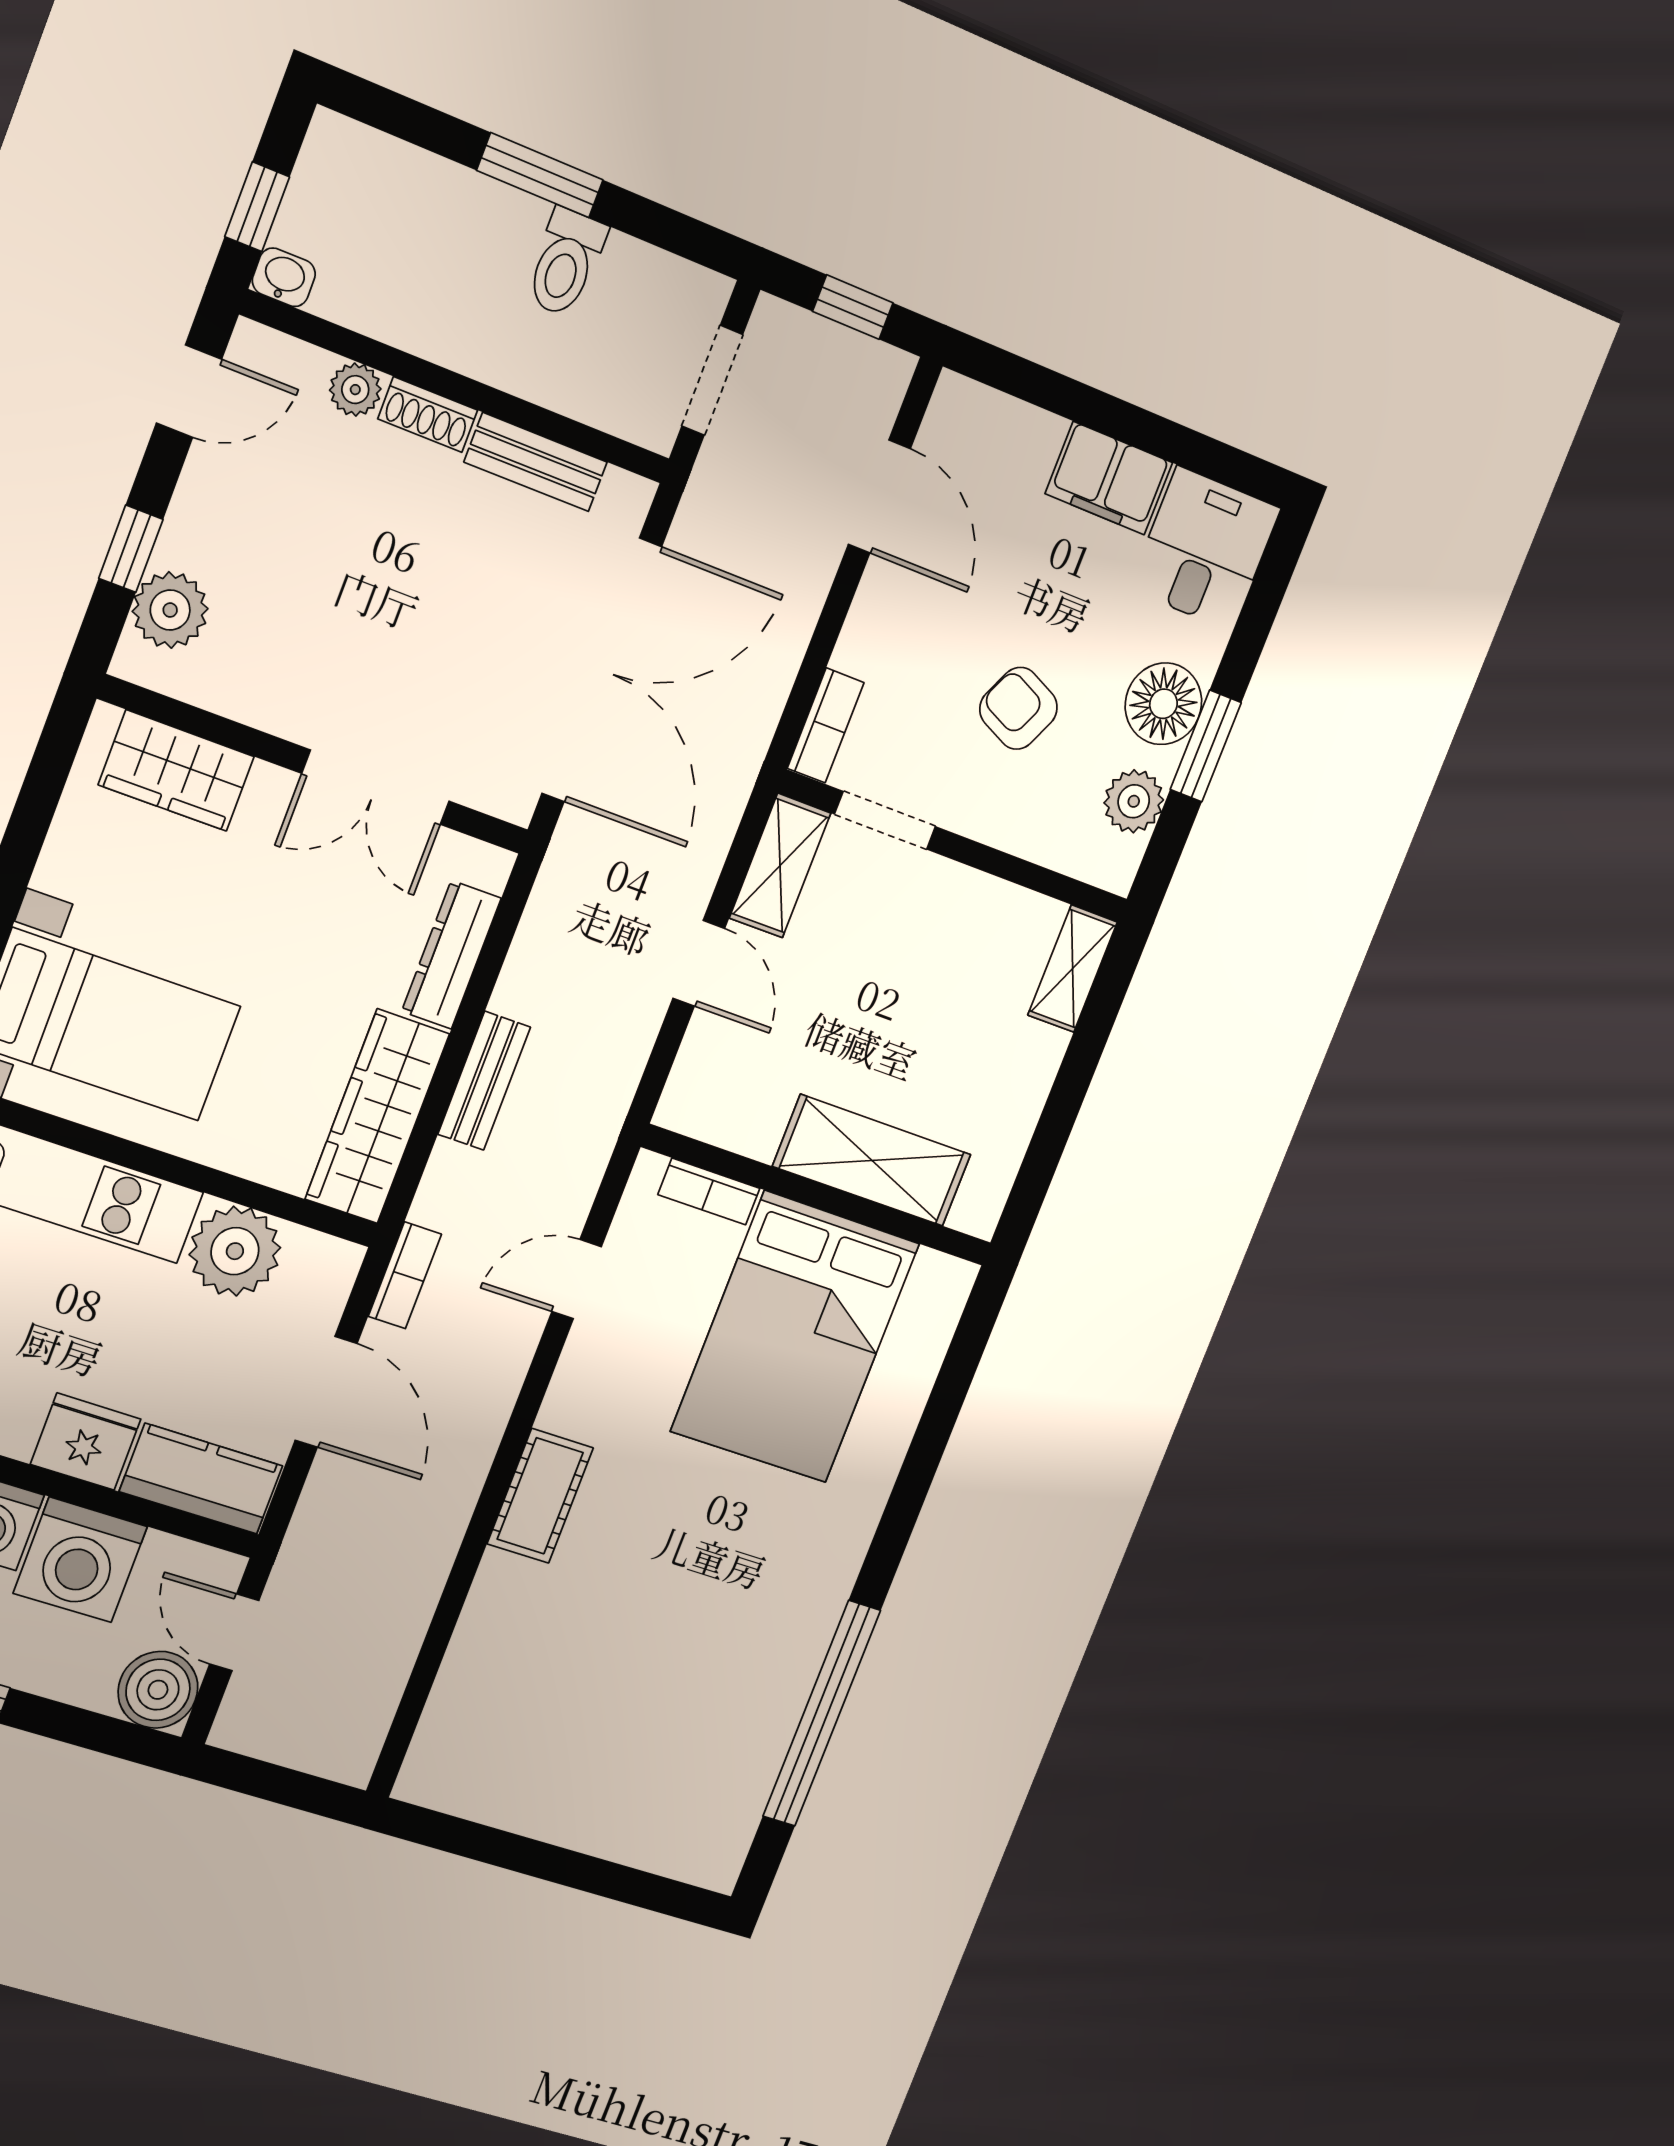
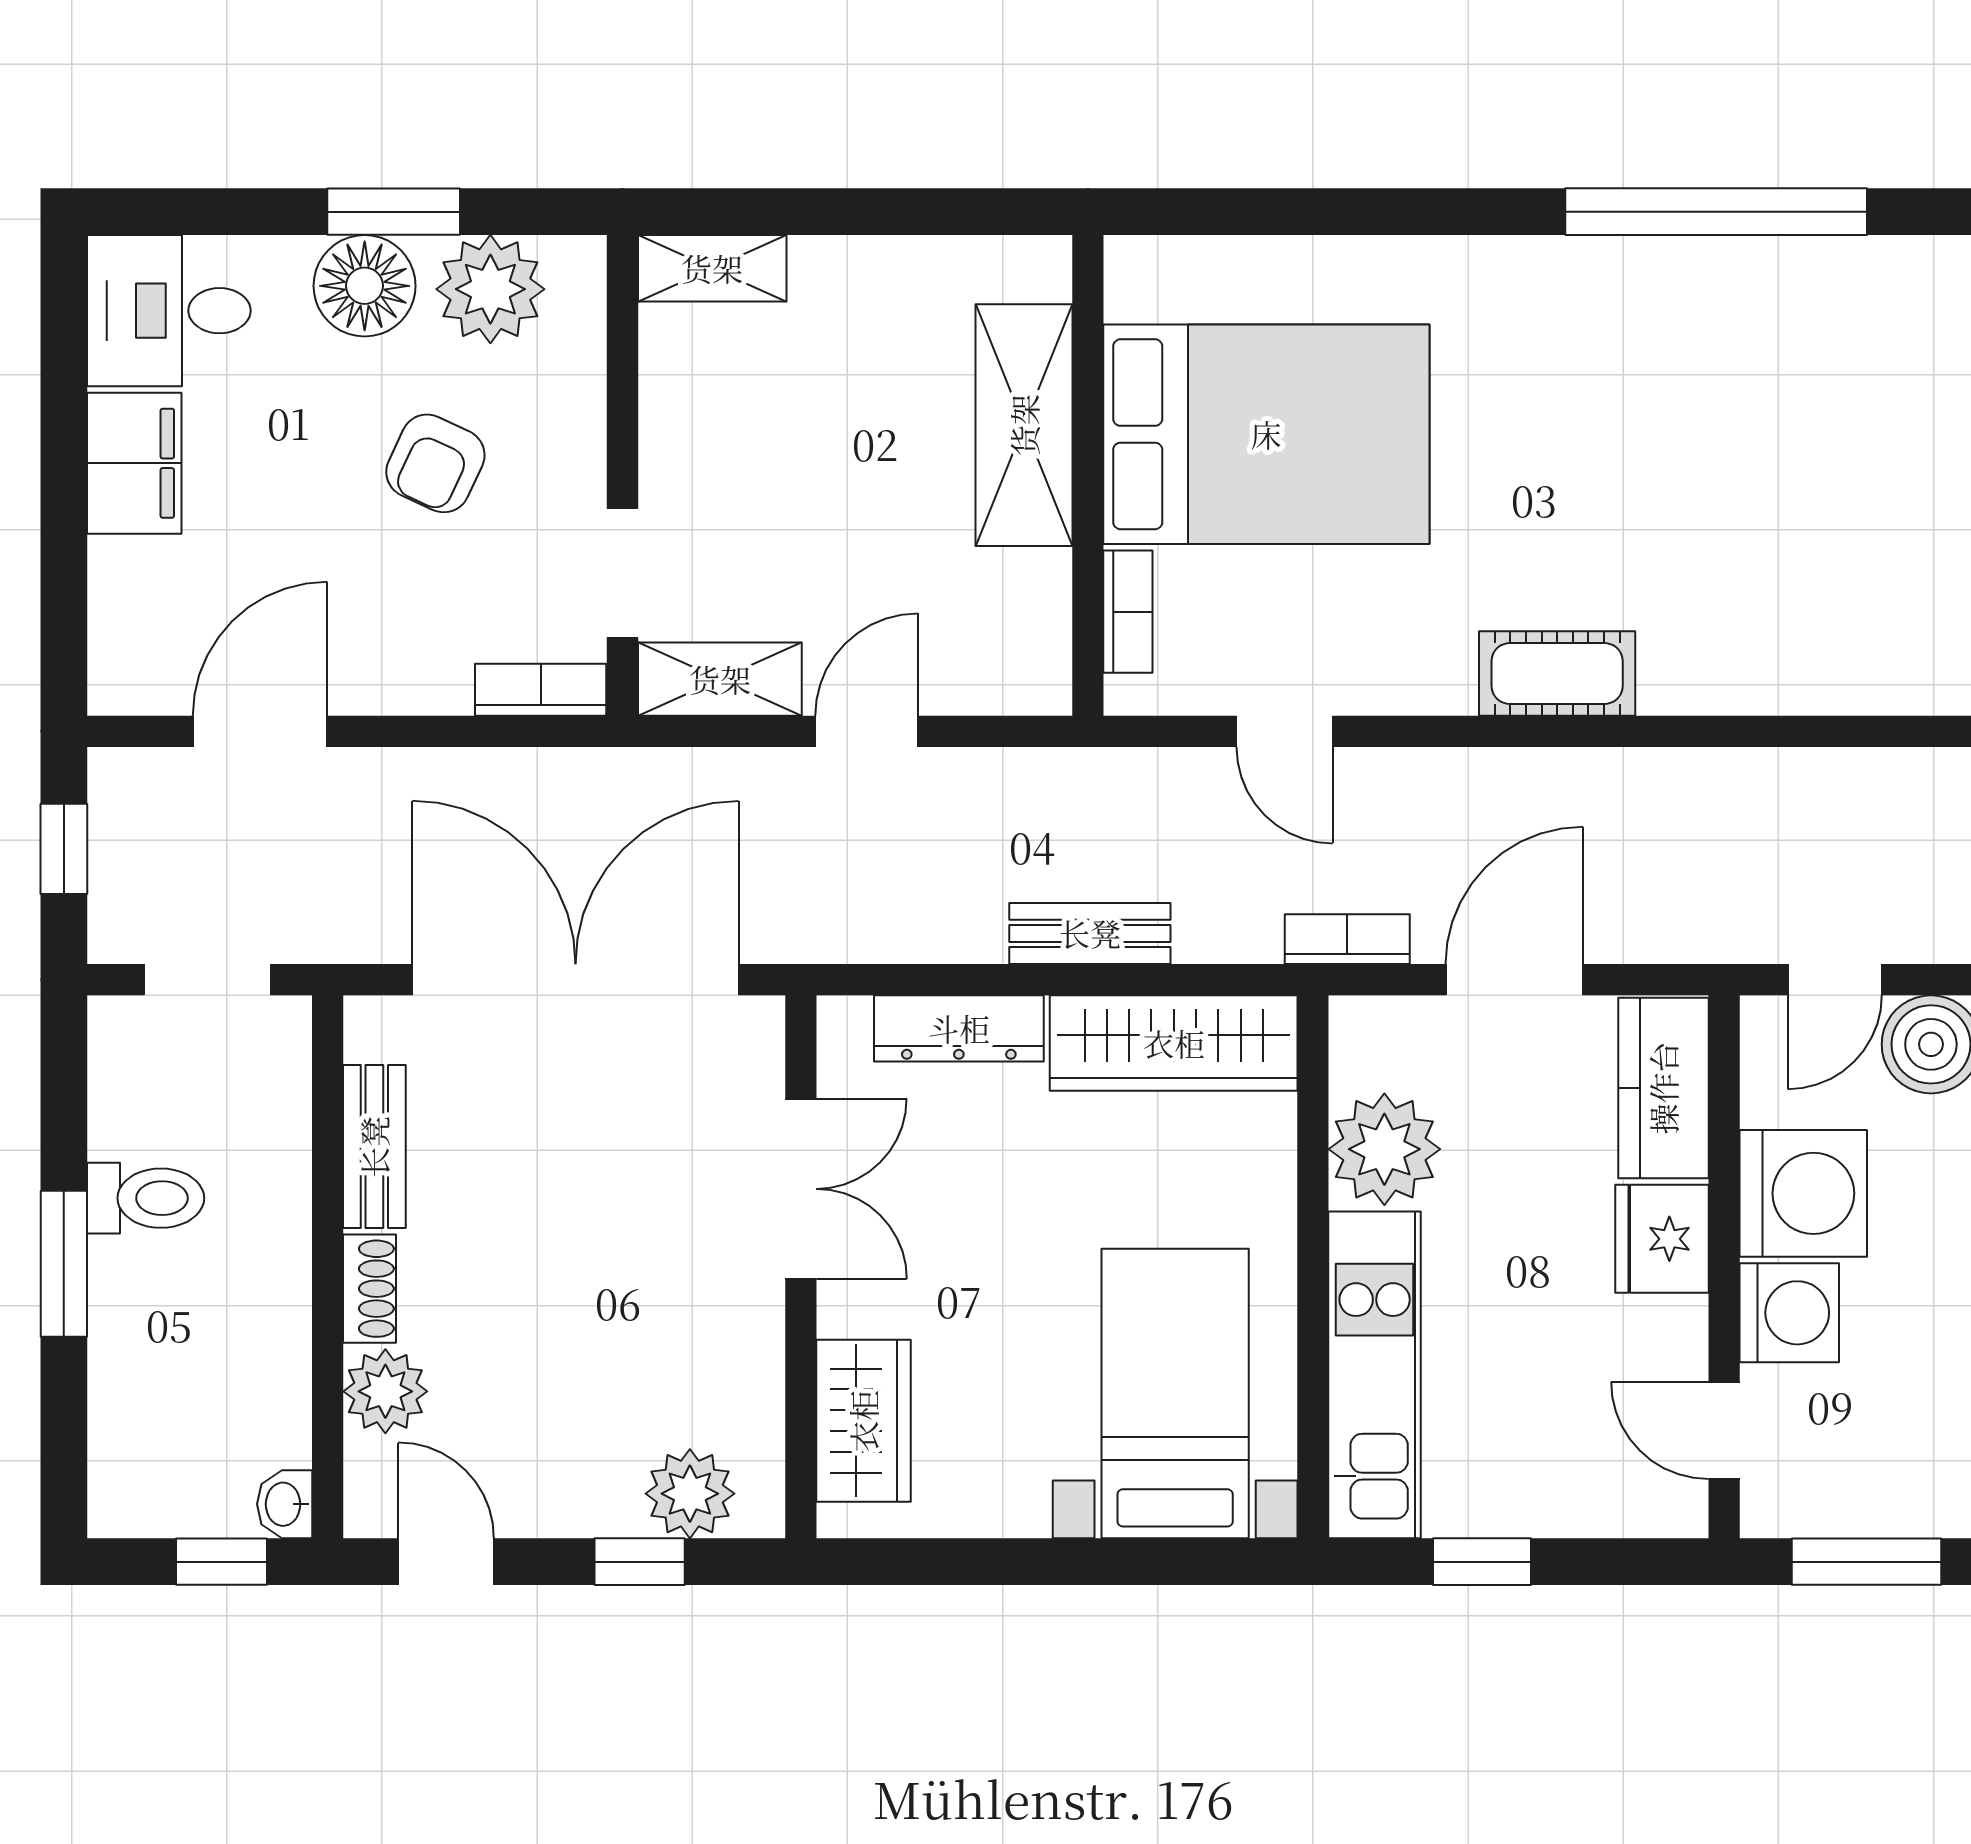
plant: (355, 390) -> (385, 1391), width x1.38, depth x1.38
plant: (1134, 801) -> (490, 289), width x1.36, depth x1.36

